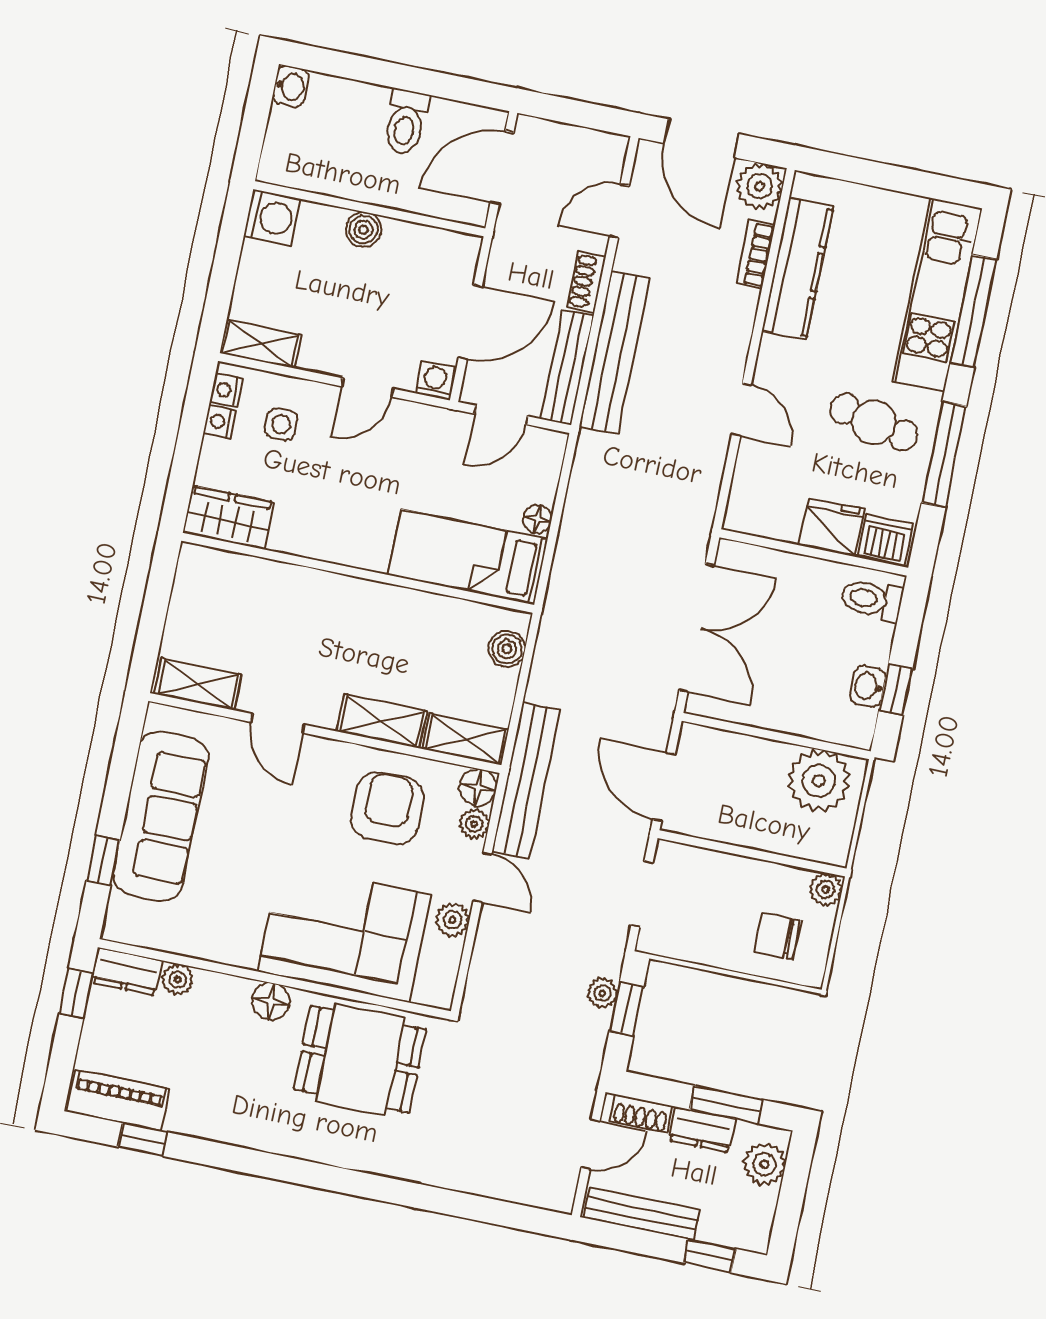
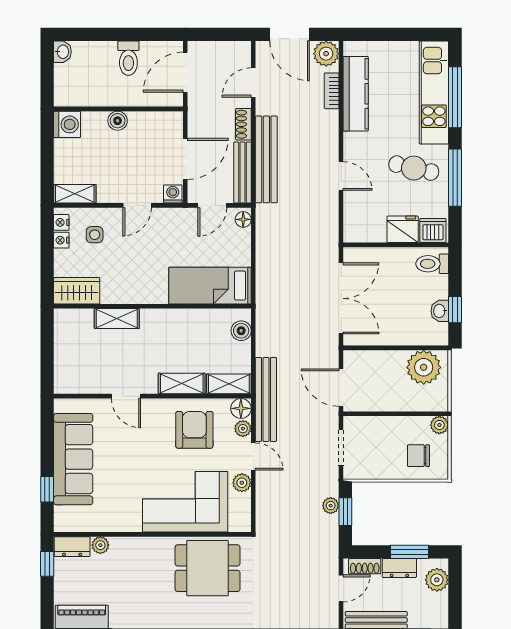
floor lamp: (537, 519) -> (243, 219), moved
shelving: (198, 684) -> (117, 319), moved
floor lamp: (271, 1001) -> (153, 547), removed

